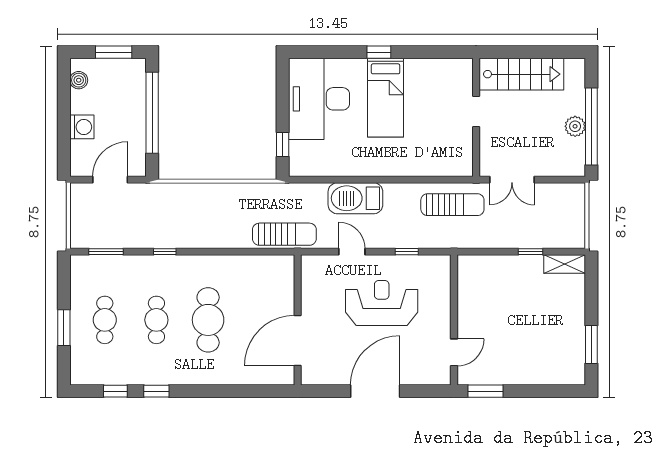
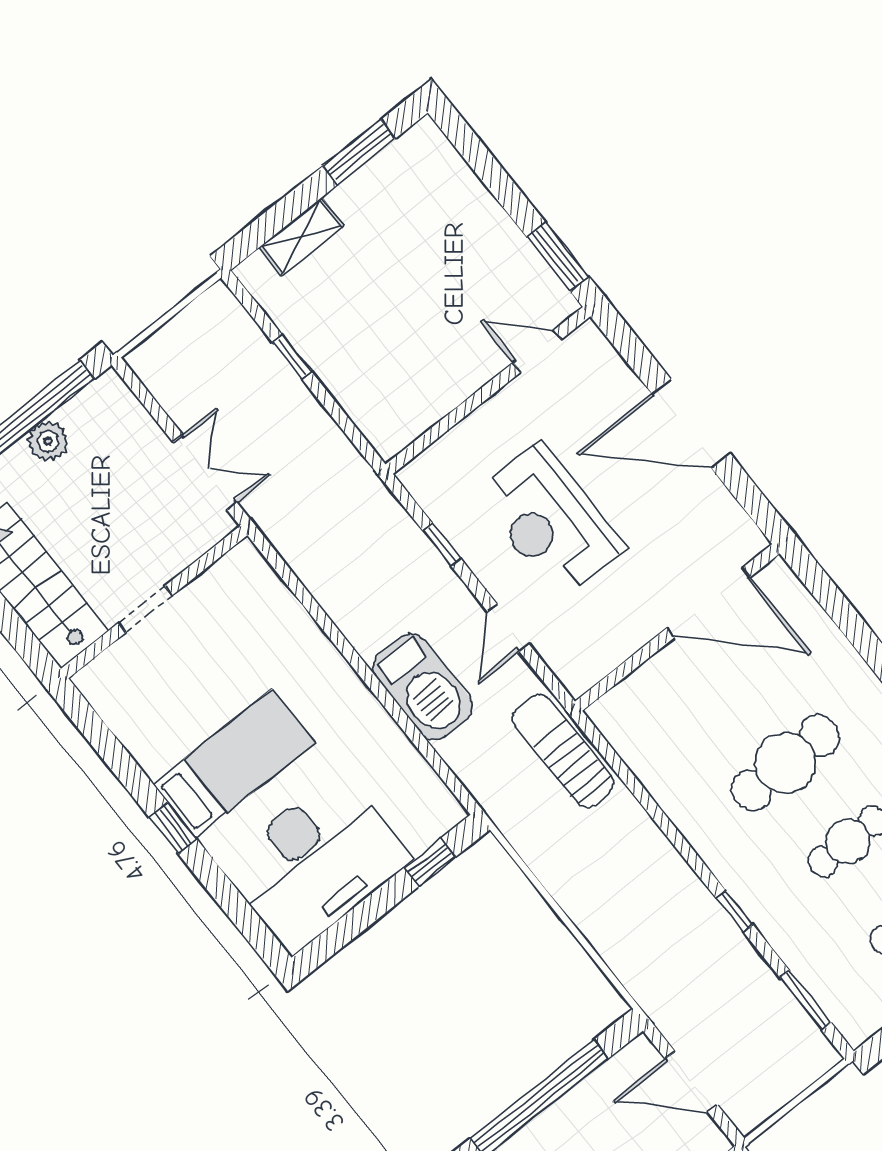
sun lounger: (452, 205) -> (315, 532), removed
shelving: (565, 264) -> (301, 236), moved, turned 90

